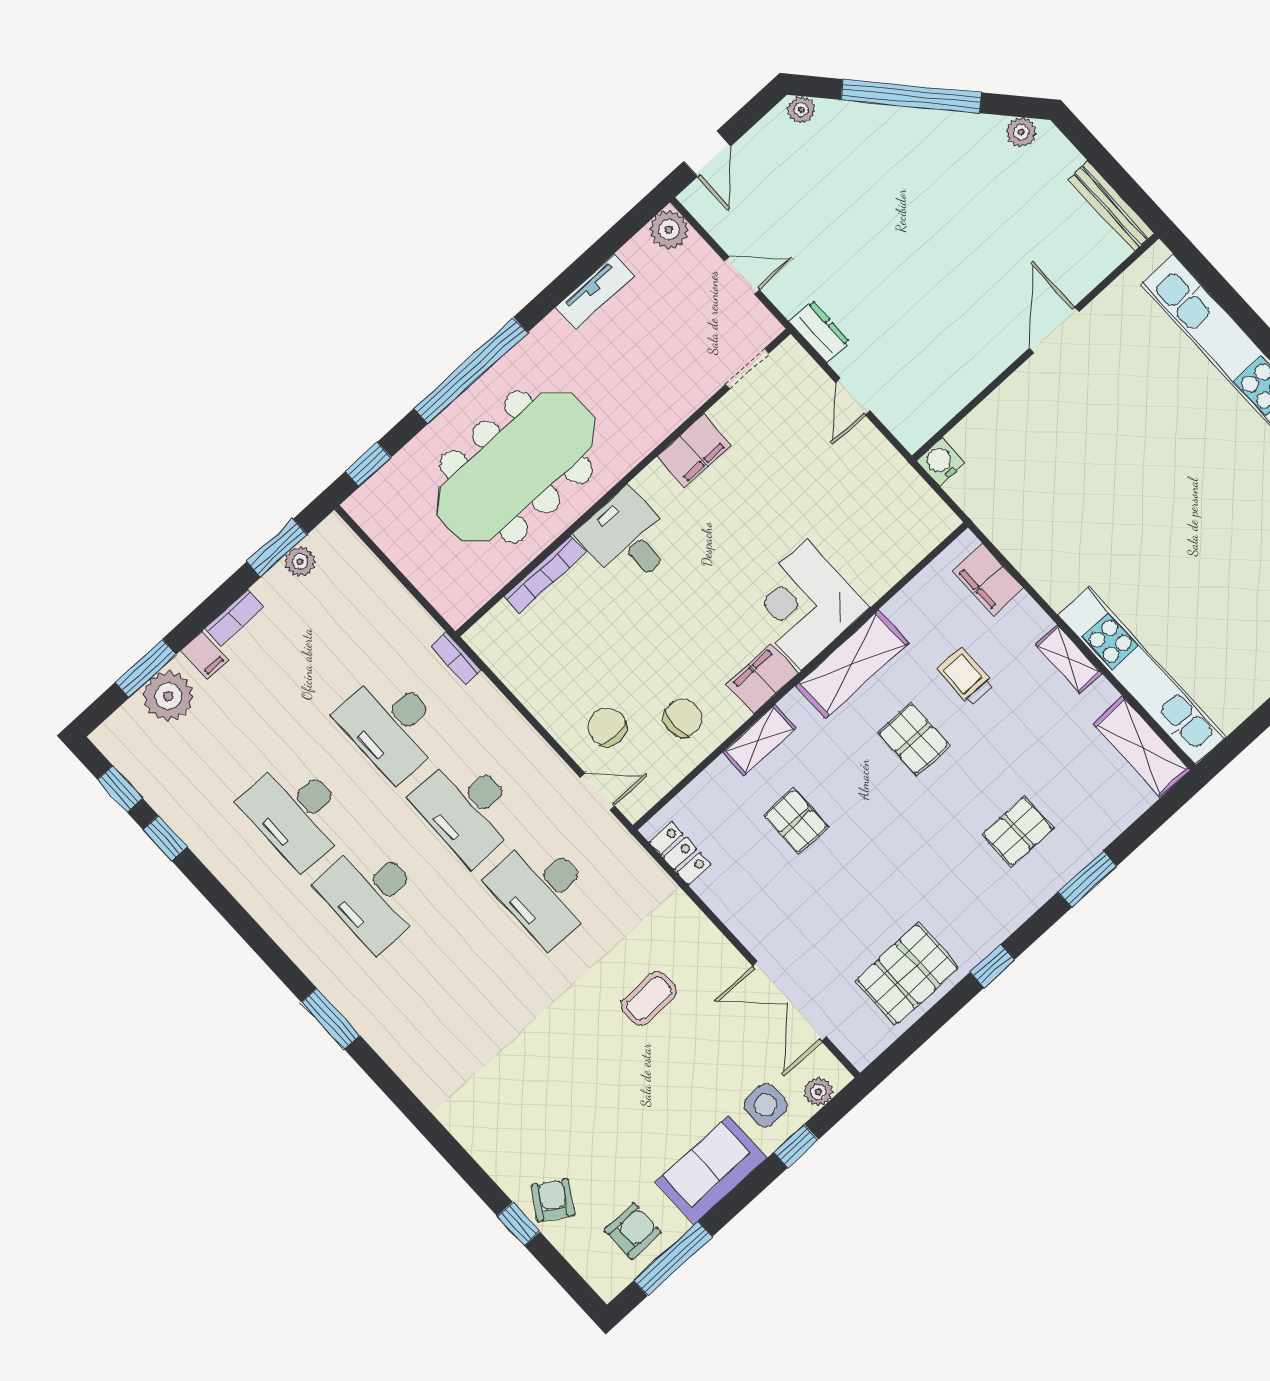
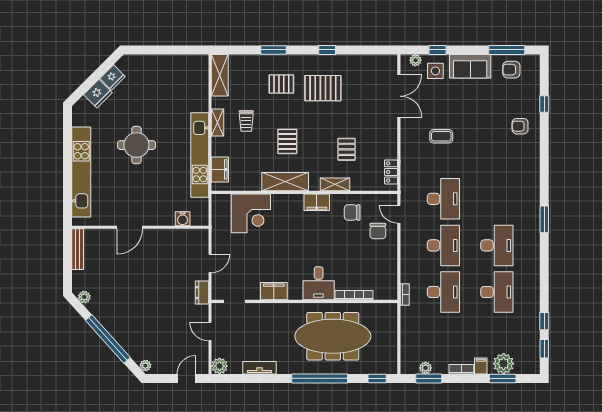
water cooler: (941, 462) -> (183, 219), moved
round table: (1176, 487) -> (136, 145), added
corner desk: (804, 605) -> (251, 213), moved
kitchen unit: (1142, 676) -> (200, 155), moved
trolley: (965, 677) -> (246, 121), moved
pallet: (907, 974) -> (323, 88), moved
armchair: (553, 1200) -> (520, 126), moved, turned 57

